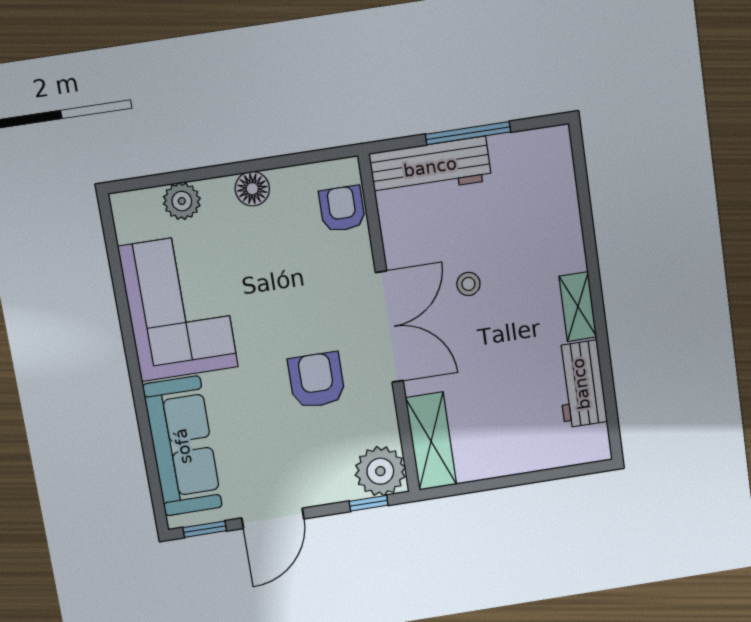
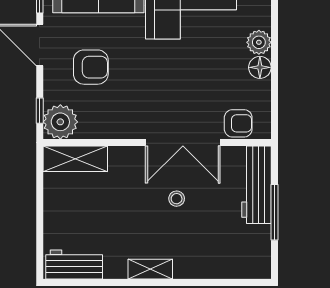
plant: (182, 201) -> (259, 42), moved
double door: (389, 327) -> (183, 142), moved
armchair: (317, 380) -> (91, 67), moved
workbench: (581, 384) -> (74, 264), moved

